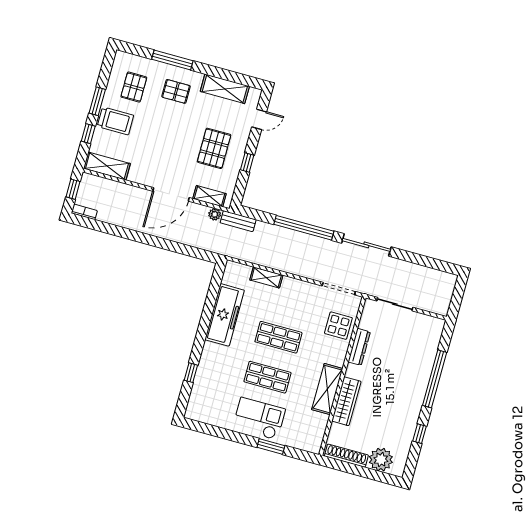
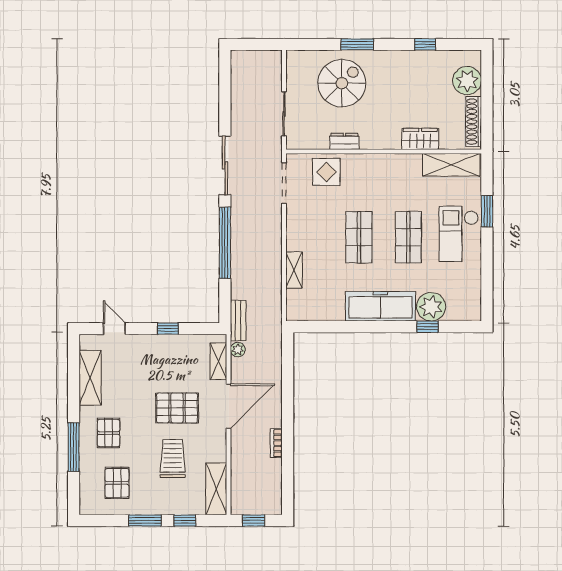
pallet: (134, 87) -> (117, 483), turned 90
trolley: (115, 121) -> (173, 458), moved
pallet: (214, 148) -> (177, 408), moved
door: (171, 194) -> (229, 406), hinge flipped
bookcase: (84, 212) -> (276, 443), moved
freezer: (225, 315) -> (380, 306), moved
dresser: (359, 347) -> (344, 141), width x0.70
spiral stairs: (407, 358) -> (342, 83), added
window: (435, 379) -> (357, 44), width x0.47
plant: (206, 380) -> (431, 307), added
shelving: (327, 389) -> (451, 165), moved
wardrobe: (346, 401) -> (420, 139), width x0.67

